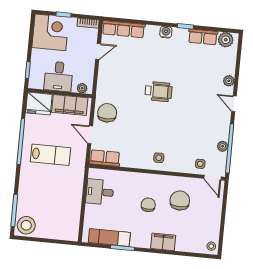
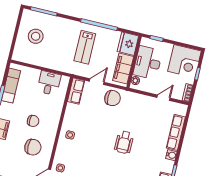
row of seats: (123, 29) -> (176, 132), moved
door: (98, 51) -> (163, 98), swing flipped
desk: (59, 76) -> (148, 63), width x1.37
stool: (26, 225) -> (36, 36), moved

